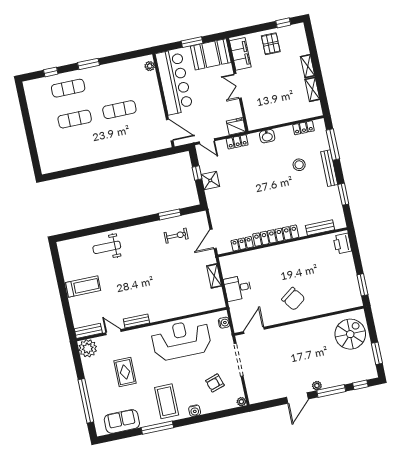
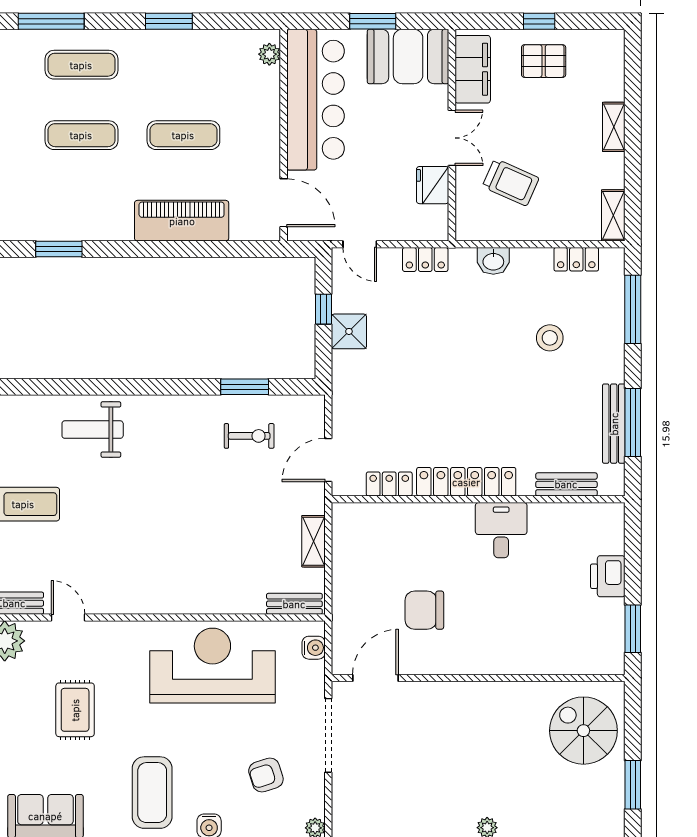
window: (283, 23) -> (539, 21), moved
pallet: (271, 44) -> (544, 61), turned 90
window: (89, 64) -> (169, 21), moved
window: (51, 72) -> (51, 21), width x2.17
double door: (238, 86) -> (452, 138), swing flipped
shelving: (312, 89) -> (613, 215), moved
trolley: (268, 100) -> (511, 182), added
fridge: (236, 126) -> (433, 185), moved, turned -90
piano: (127, 147) -> (182, 221), added
bench: (329, 168) -> (614, 424), moved
window: (75, 171) -> (59, 249), added
window: (343, 194) -> (633, 422), width x1.44
printer: (342, 244) -> (608, 576), moved
desk: (238, 288) -> (501, 530), moved, turned 90
chair: (293, 299) -> (424, 610), moved, turned 126
bench: (136, 321) -> (294, 604), moved
spiral stairs: (350, 334) -> (583, 731), turned -90

